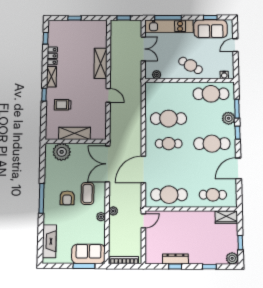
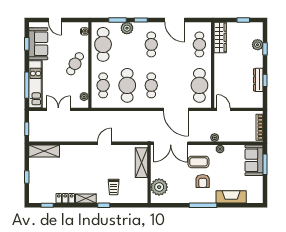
shelving: (101, 63) -> (44, 151), moved
cafe table: (168, 94) -> (103, 85), added
shelving: (75, 133) -> (142, 163), moved
cafe table: (212, 144) -> (151, 44), width x0.73, depth x0.74
armchair: (67, 198) -> (203, 181), turned 90
wardrobe: (226, 217) -> (220, 37), width x1.50
fireplace: (49, 241) -> (231, 197), moved
plant: (232, 258) -> (258, 45), moved

